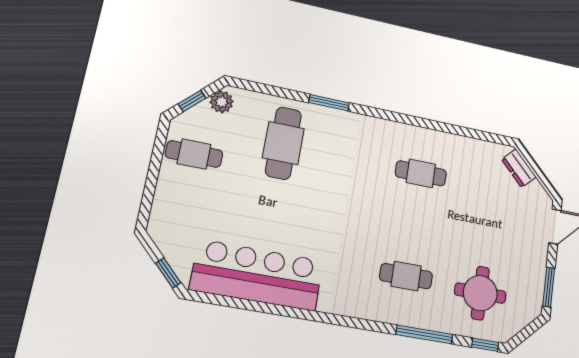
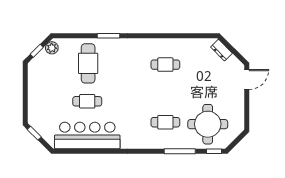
cafe table: (194, 154) -> (87, 101), moved
window: (168, 273) -> (34, 133), moved
window: (549, 287) -> (247, 114), removed
round table: (480, 293) -> (208, 124), width x1.36, depth x1.36

